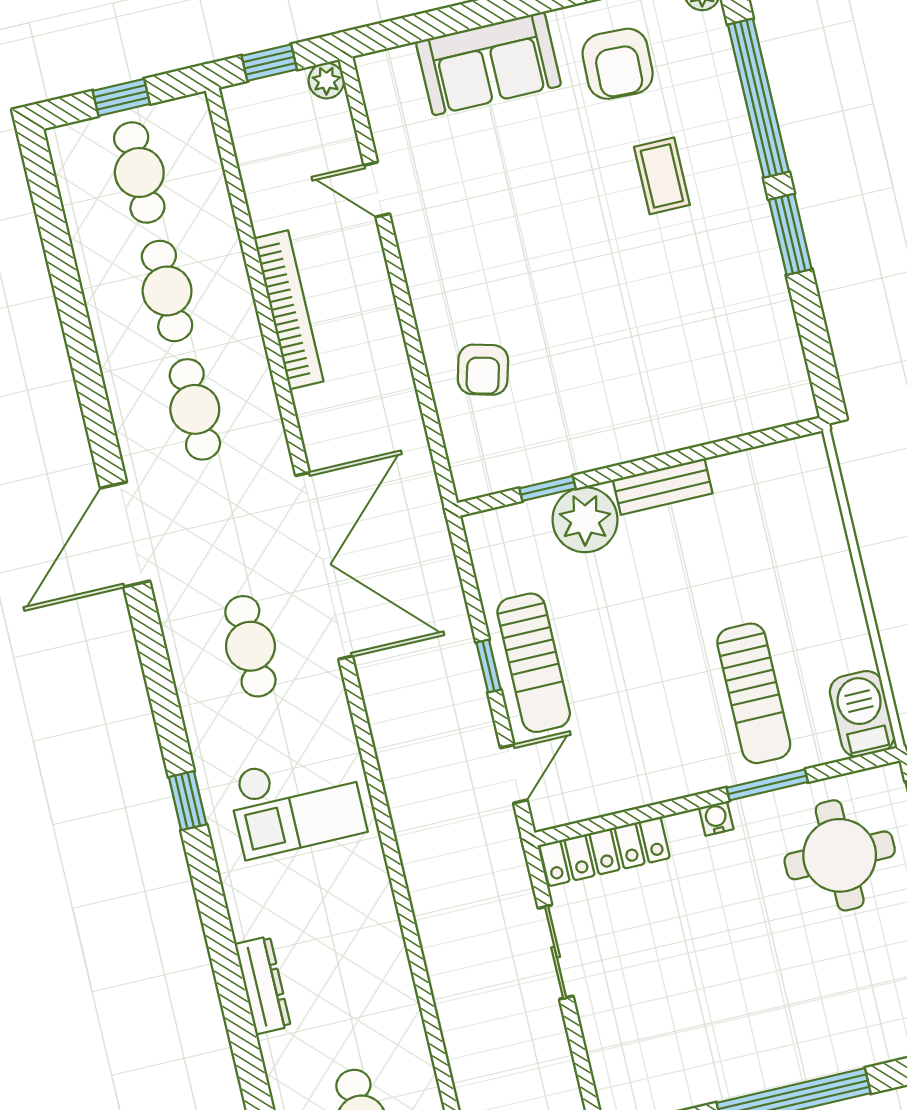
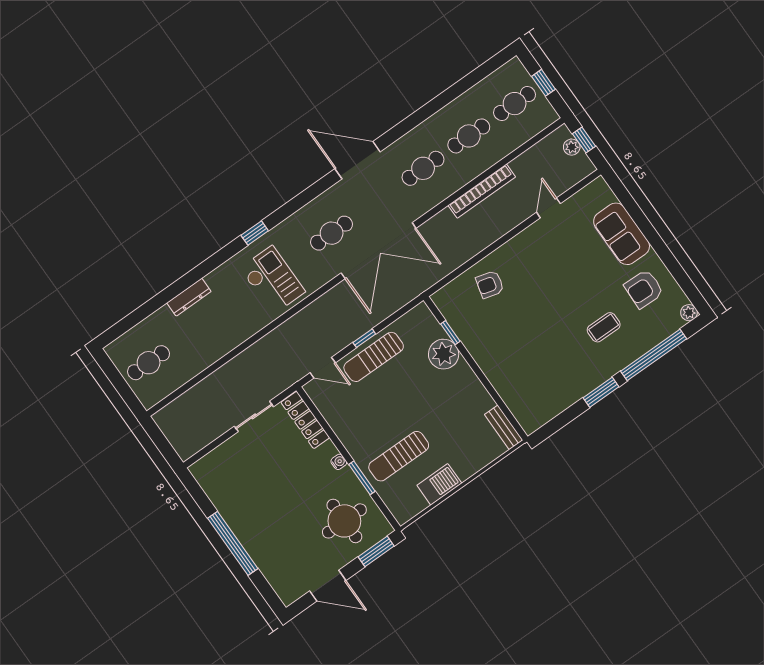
plant: (326, 81) -> (572, 147), moved
bench: (663, 487) -> (504, 427), moved
barbecue: (862, 714) -> (439, 484), moved
checkout: (297, 803) -> (273, 280), turned 180

